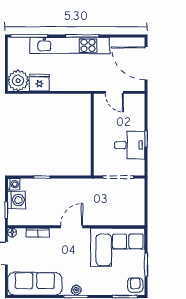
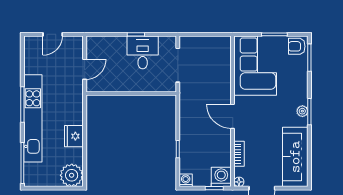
door: (146, 63) -> (53, 34), width x0.53
fridge: (39, 83) -> (74, 136), moved
washing machine: (17, 200) -> (221, 177), moved

